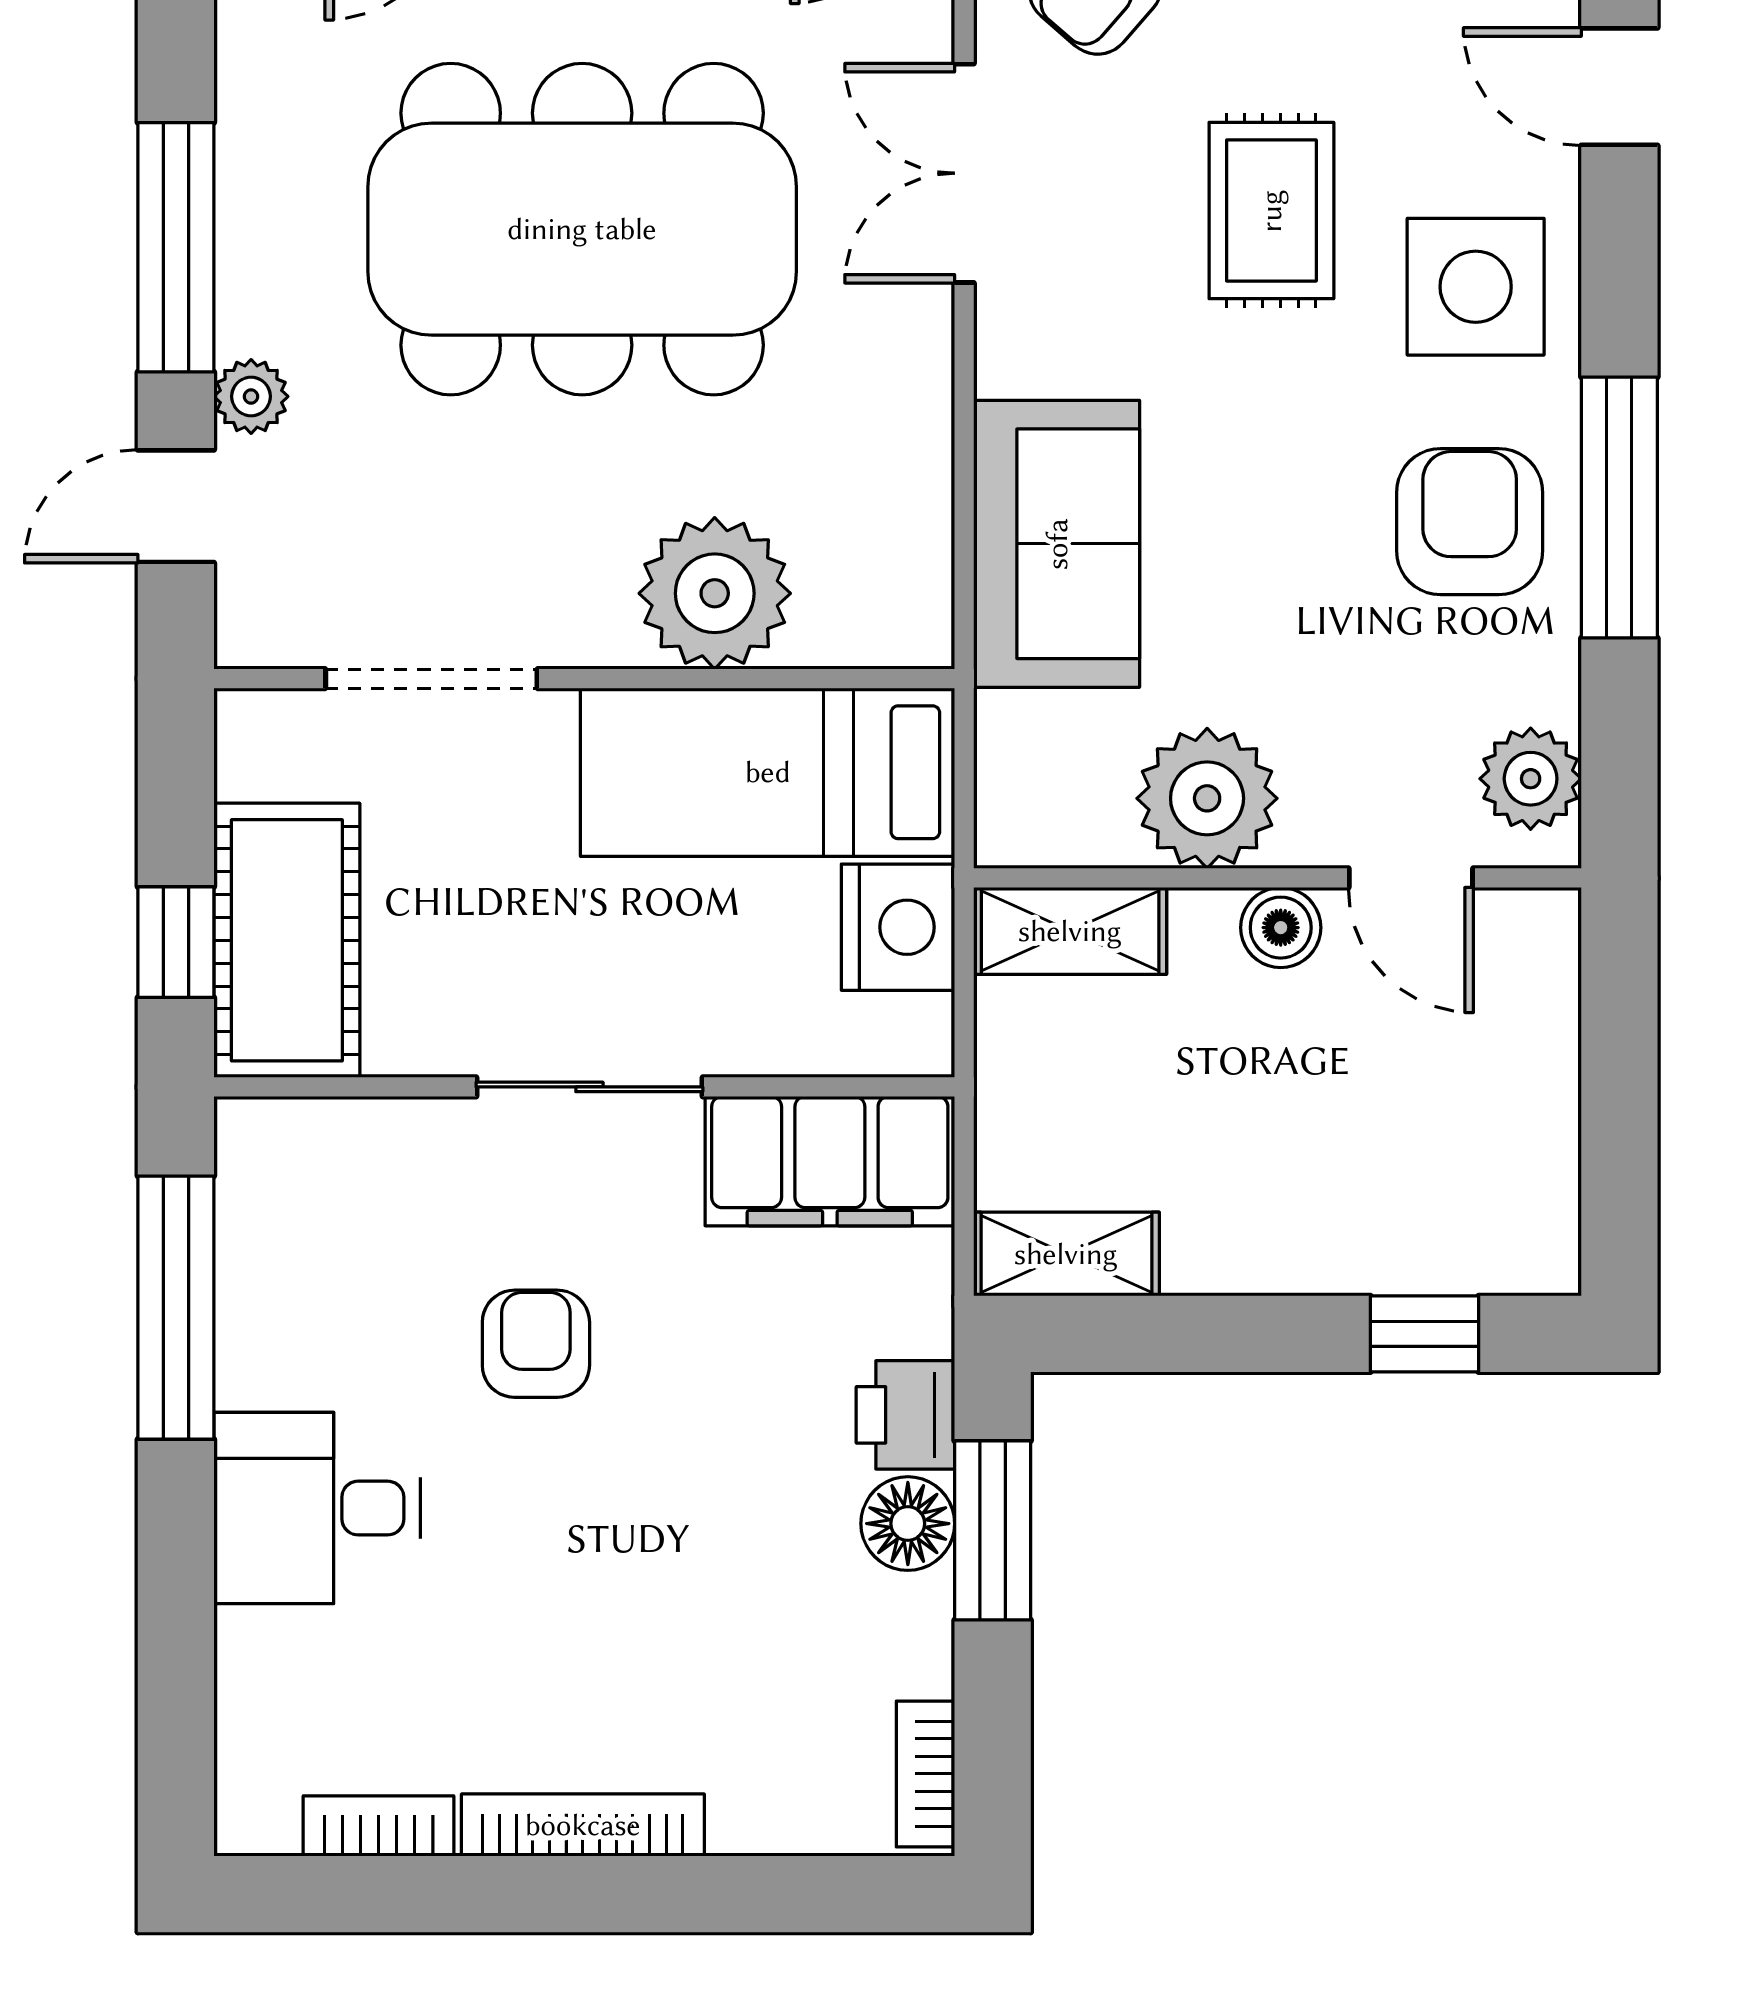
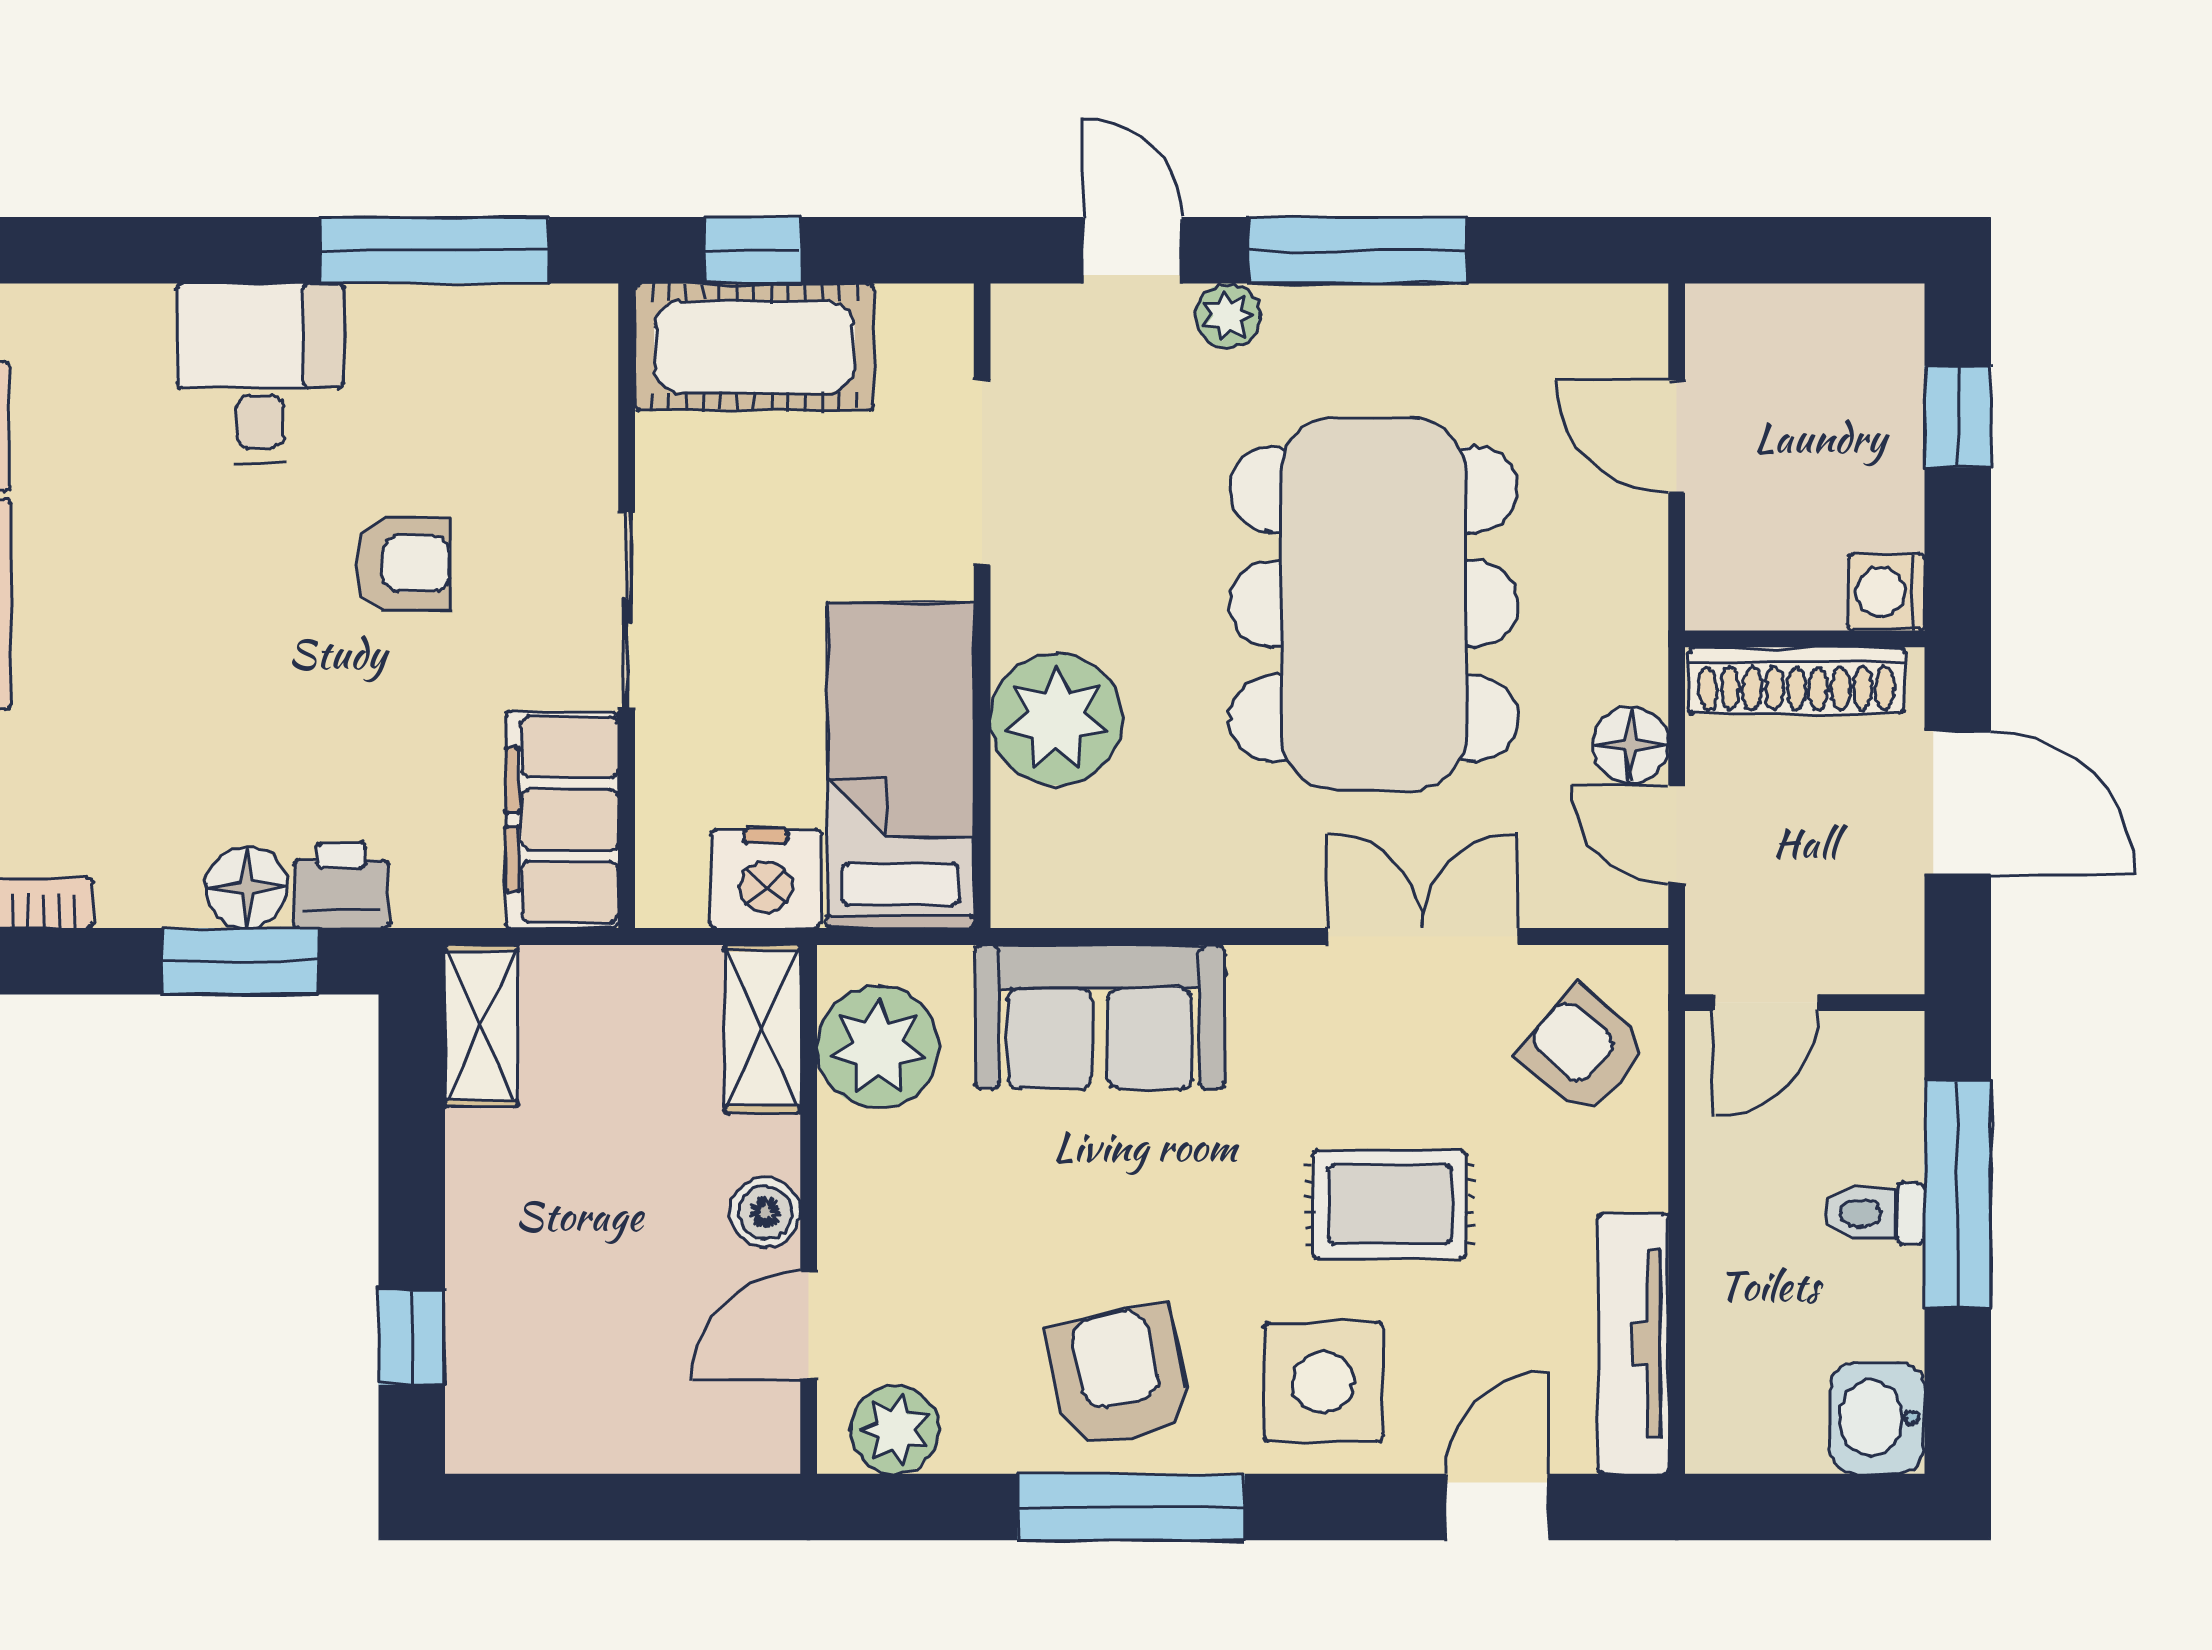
armchair: (1470, 522) -> (1119, 1377), turned -102
plant: (1207, 798) -> (878, 1047), moved

